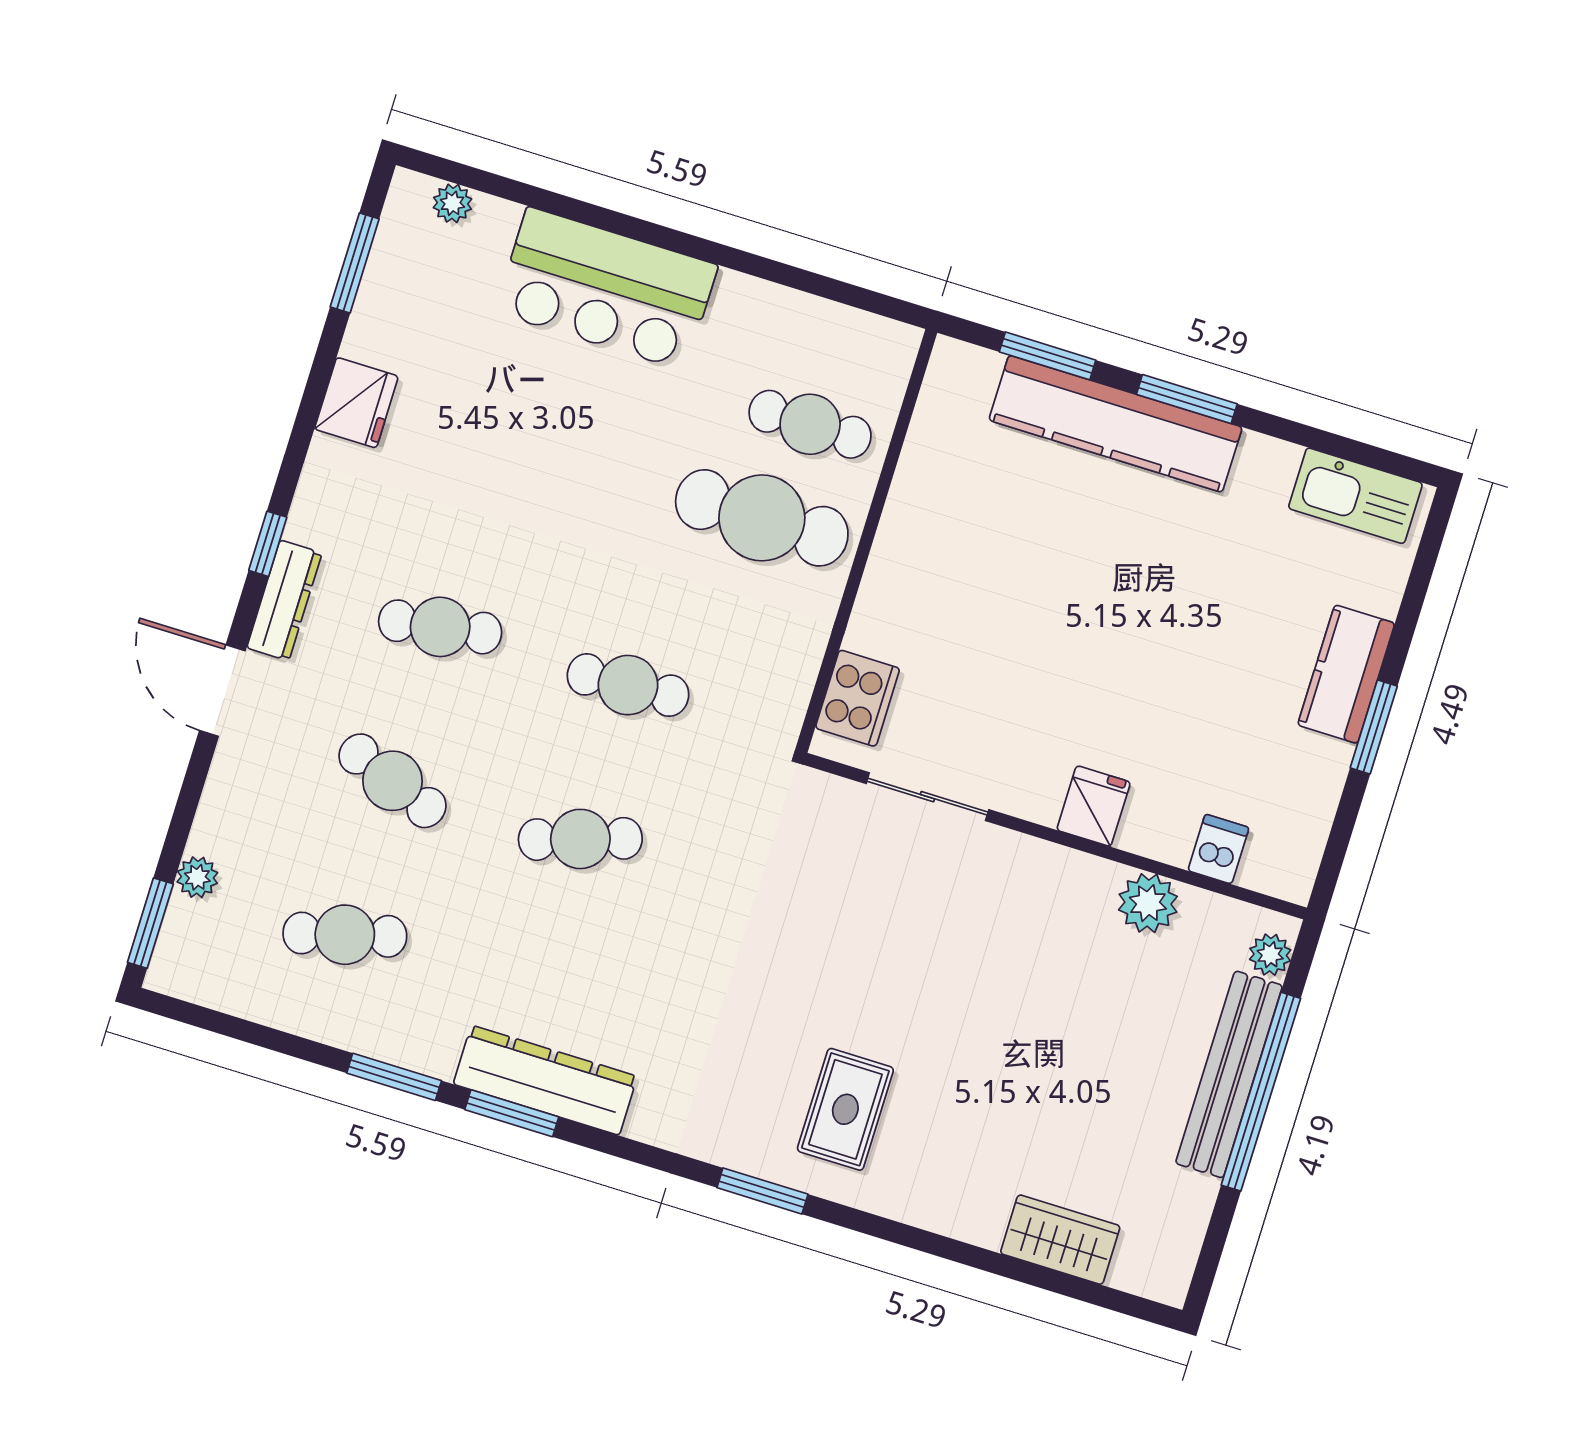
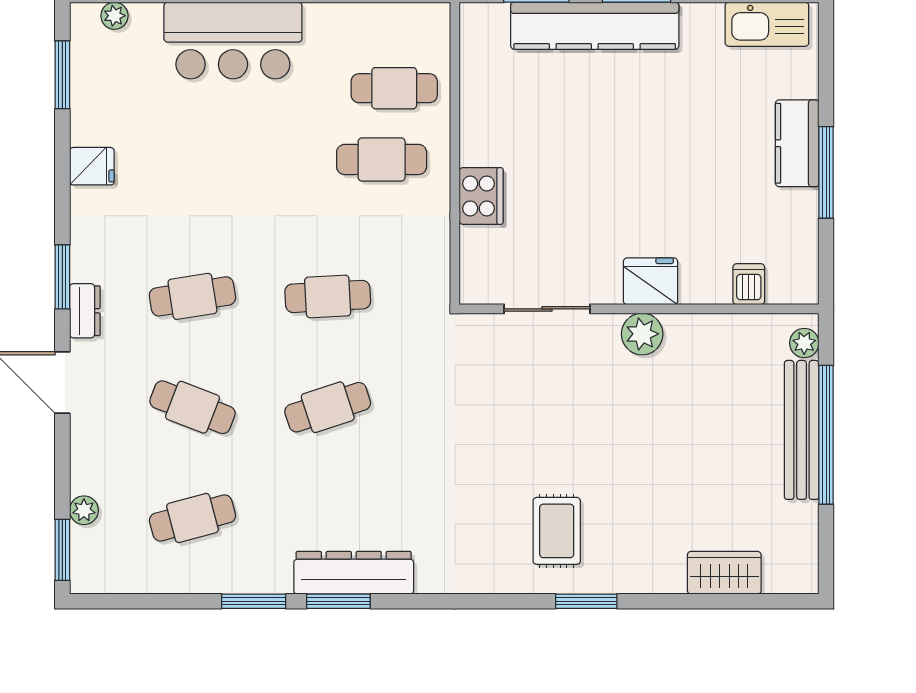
fridge: (356, 403) -> (92, 166), width x0.72
cafe table: (762, 518) -> (382, 159), width x0.73, depth x0.74
window: (268, 544) -> (62, 277), width x1.50
dresser: (284, 600) -> (85, 311), width x0.70
cooker: (858, 698) -> (481, 196), moved
window: (1374, 727) -> (826, 172), width x1.44
fridge: (1094, 806) -> (651, 281), width x1.38
plant: (1148, 903) -> (642, 334), moved
window: (762, 1191) -> (586, 601), moved

